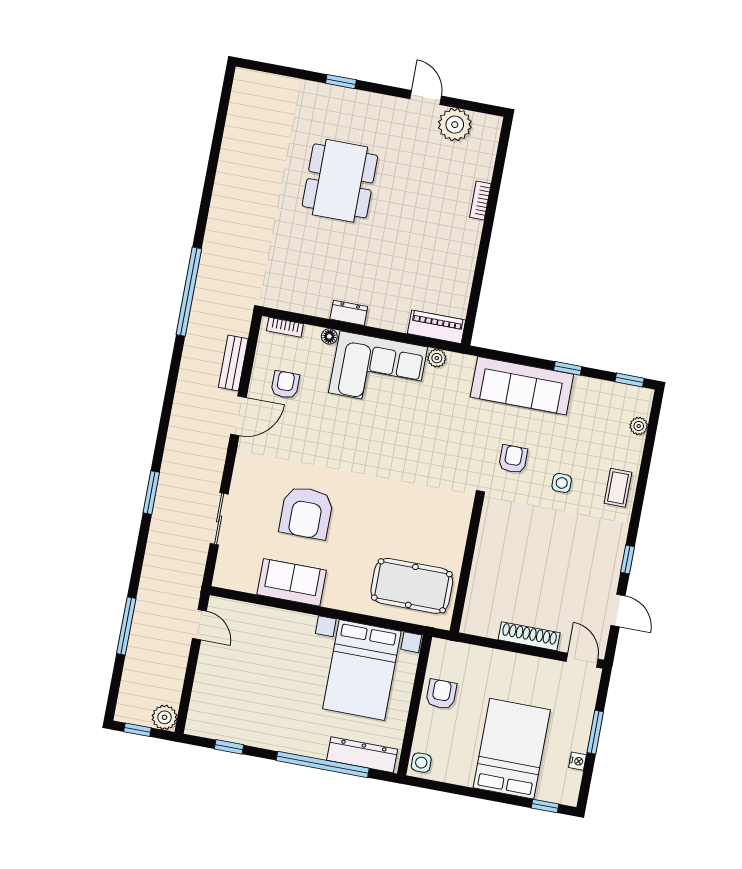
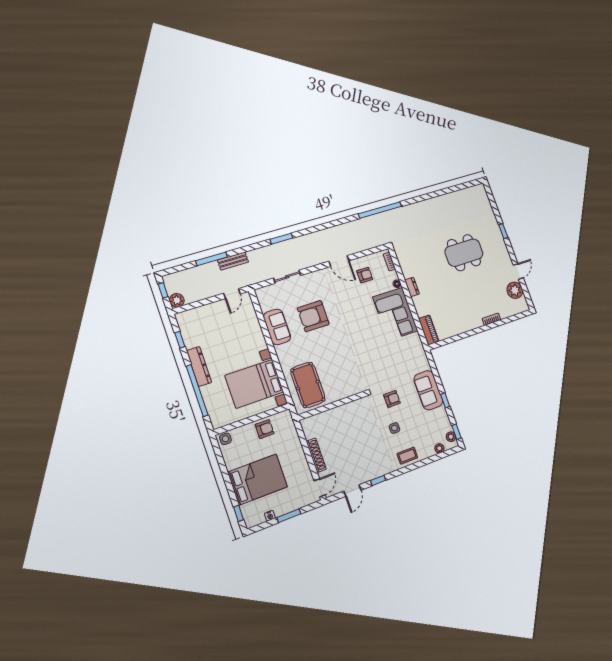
plant: (437, 358) -> (451, 437), moved
bench: (233, 363) -> (233, 261), moved
sofa: (522, 386) -> (428, 390), width x0.73
dresser: (362, 755) -> (199, 367), moved

